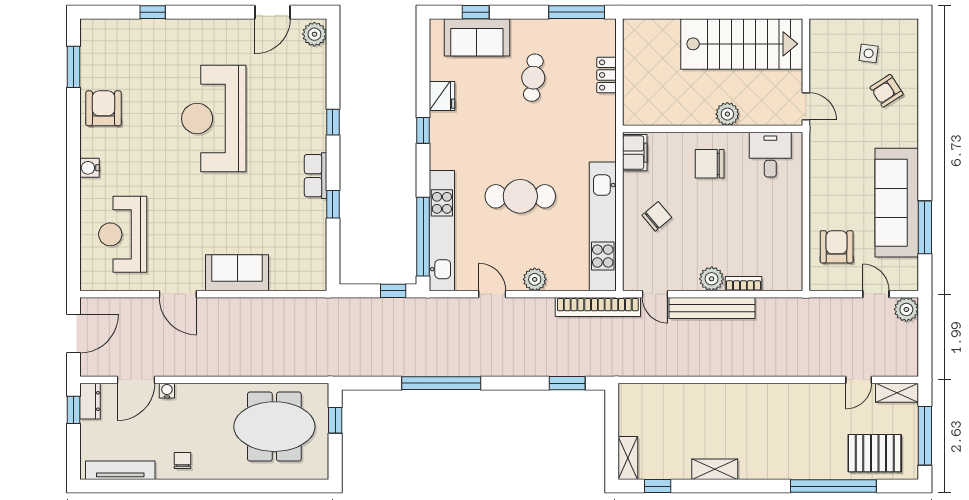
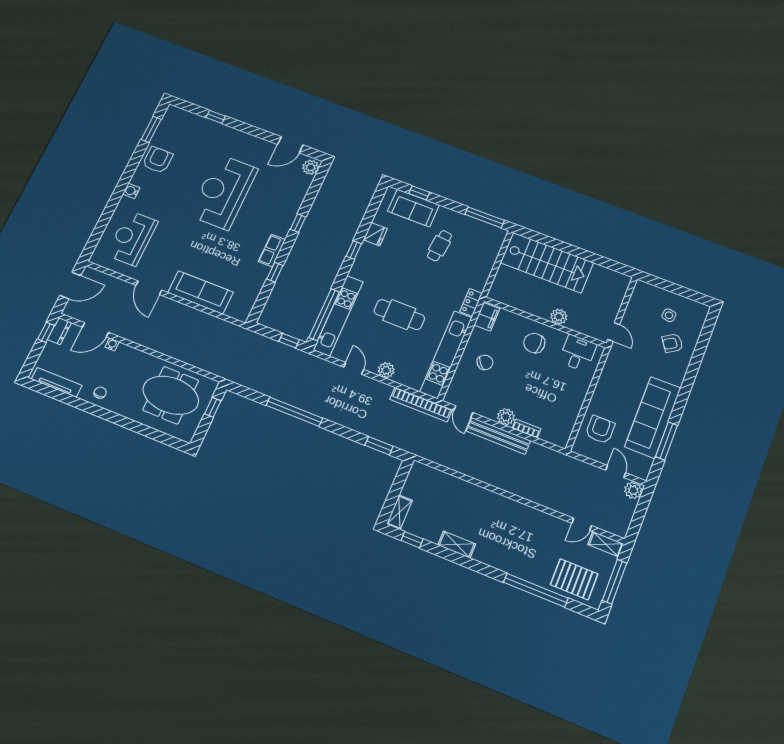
stairs: (742, 44) -> (547, 263), moved
locker: (606, 75) -> (471, 302), moved
sofa: (237, 273) -> (200, 292), width x1.36

